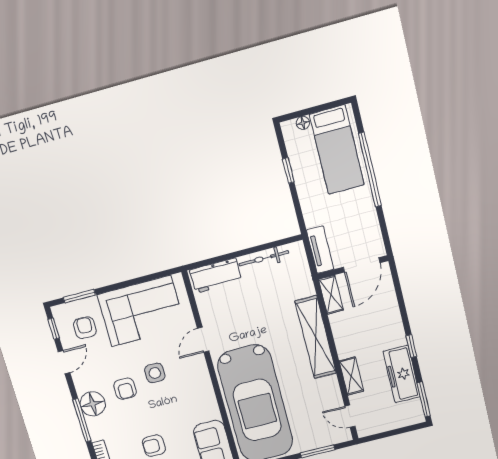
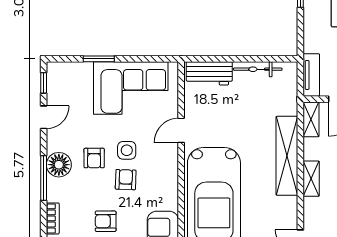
window: (79, 296) -> (99, 59), moved
armchair: (85, 328) -> (126, 180), moved
shelving: (351, 376) -> (311, 179), moved

